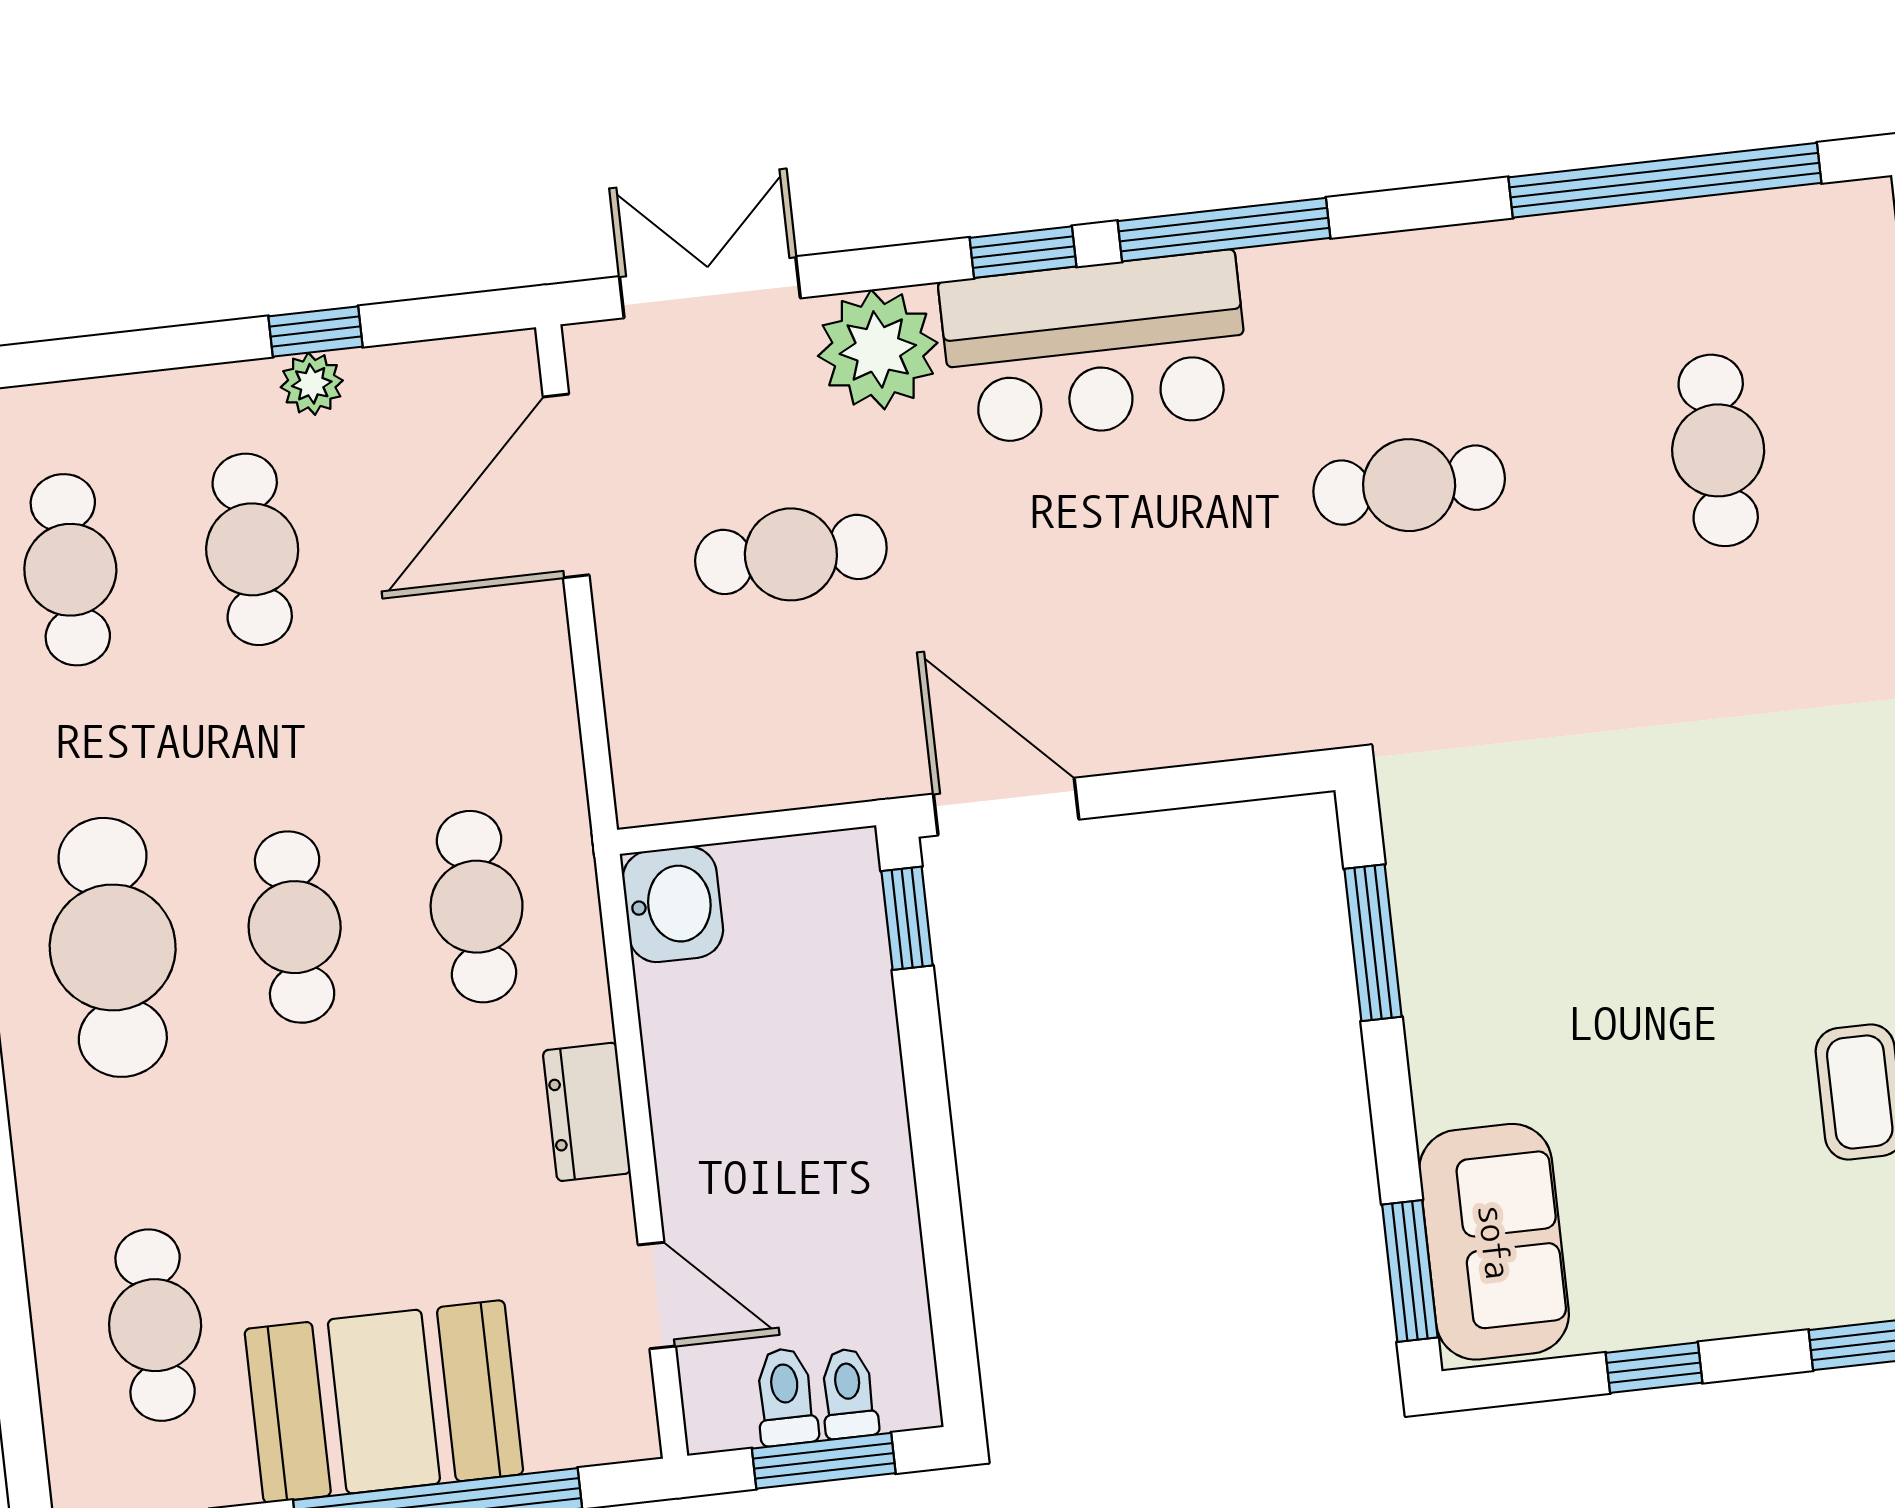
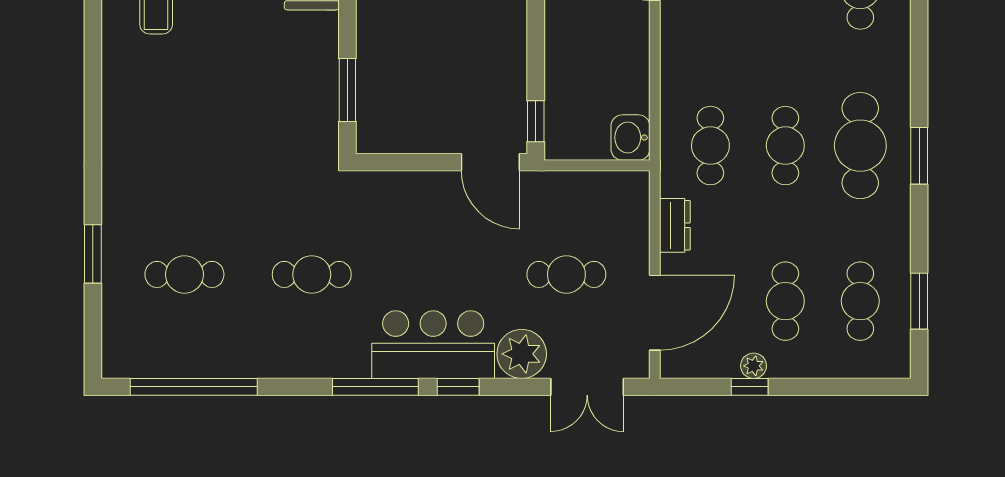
cafe table: (1718, 450) -> (184, 274), turned 90
dresser: (587, 1112) -> (675, 225), moved

